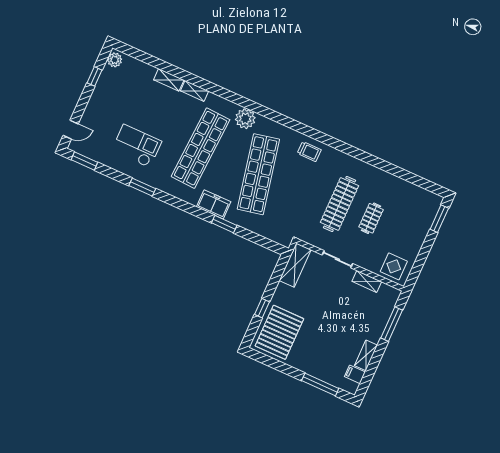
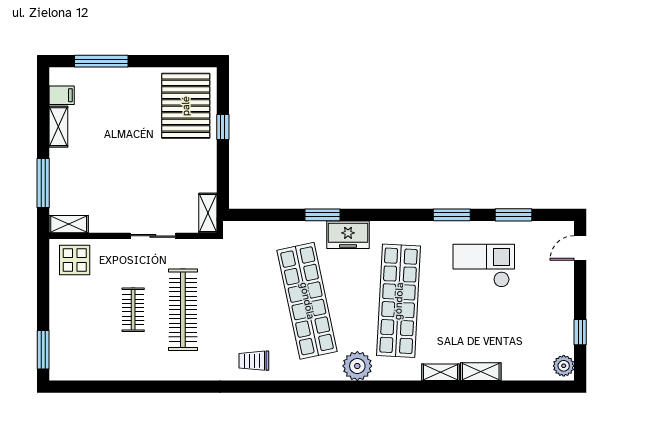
checkout: (137, 146) -> (484, 266), turned 180
window: (84, 161) -> (513, 215), moved
shelving: (295, 265) -> (208, 213), width x0.67, depth x0.75
shelving: (367, 282) -> (69, 224), moved

